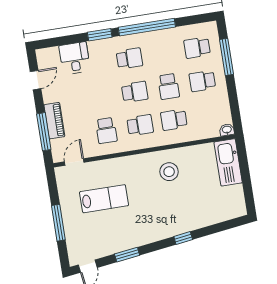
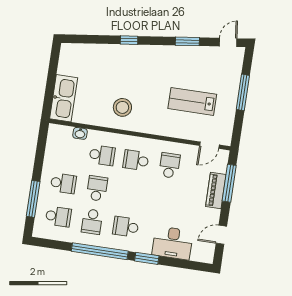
desk: (75, 58) -> (173, 243), width x1.37
school desk: (135, 92) -> (92, 222), moved, turned -90
washbasin: (227, 130) -> (80, 133), moved

